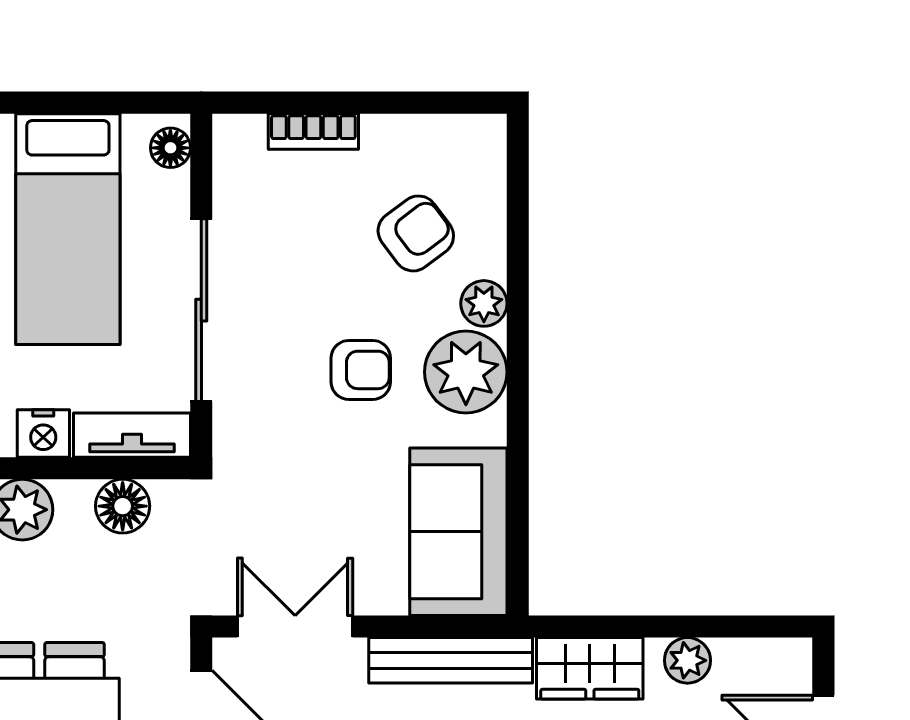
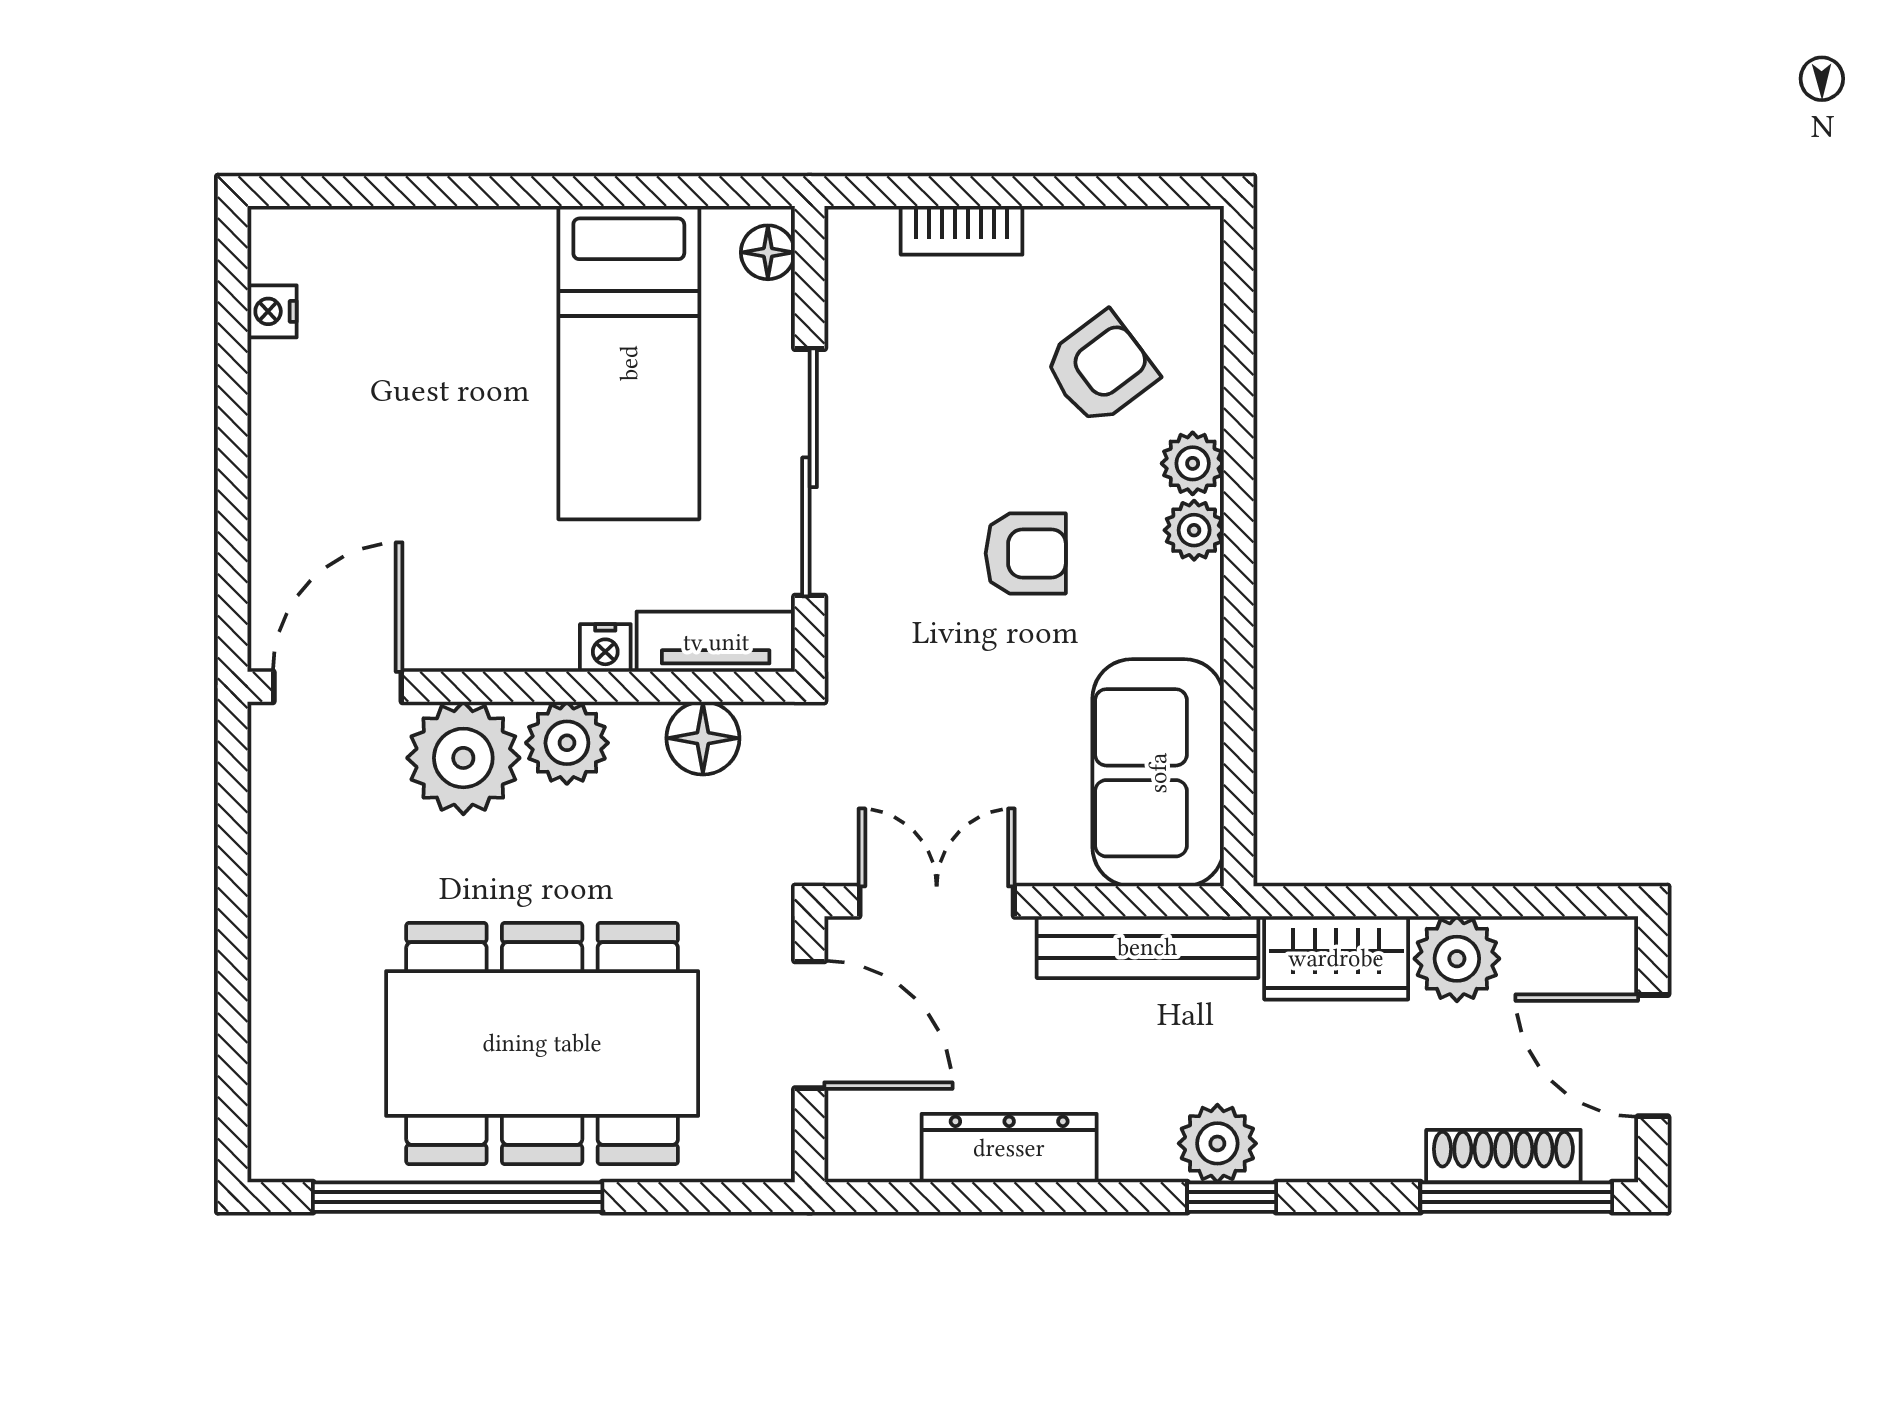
plant: (466, 372) -> (1194, 530), width x0.53, depth x0.53
nightstand: (43, 433) -> (605, 648), width x0.72, depth x0.74
plant: (687, 660) -> (1457, 959), width x1.38, depth x1.38

